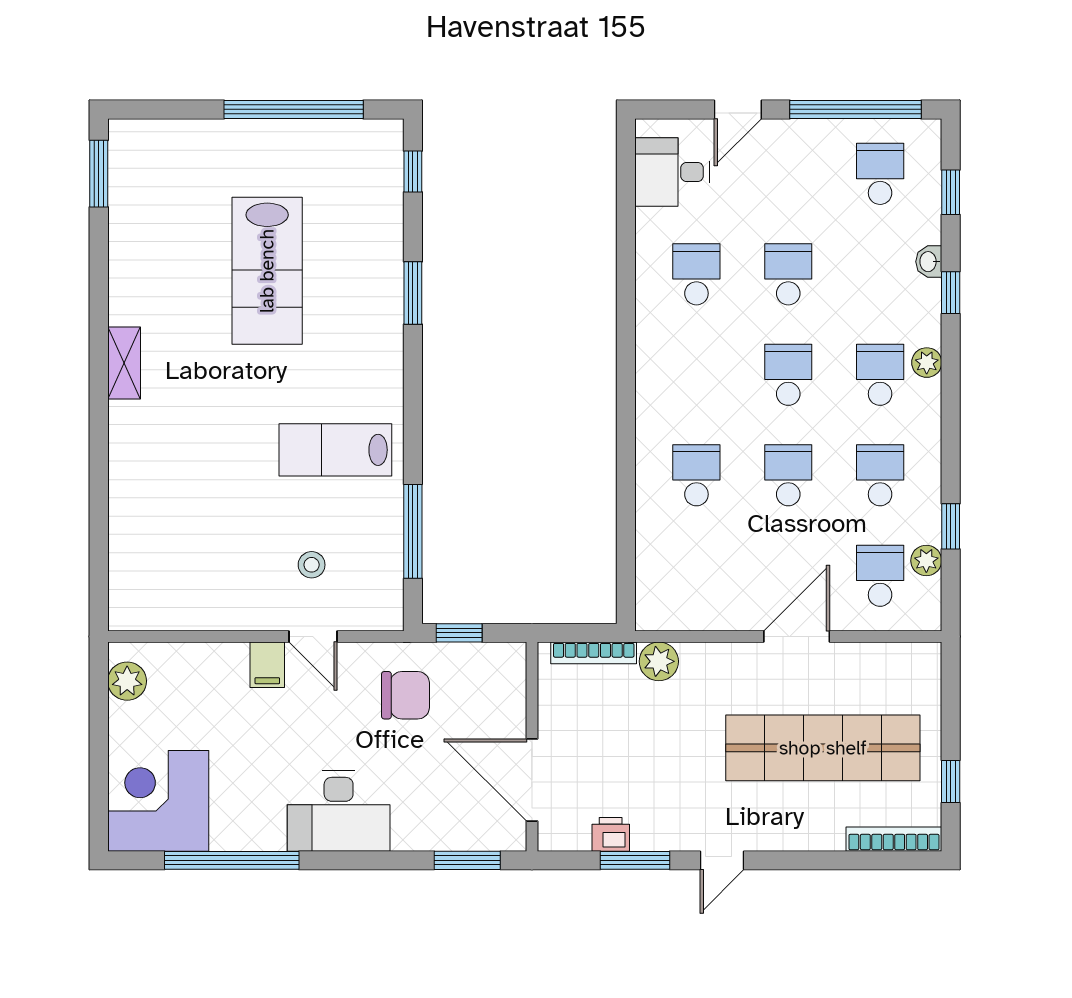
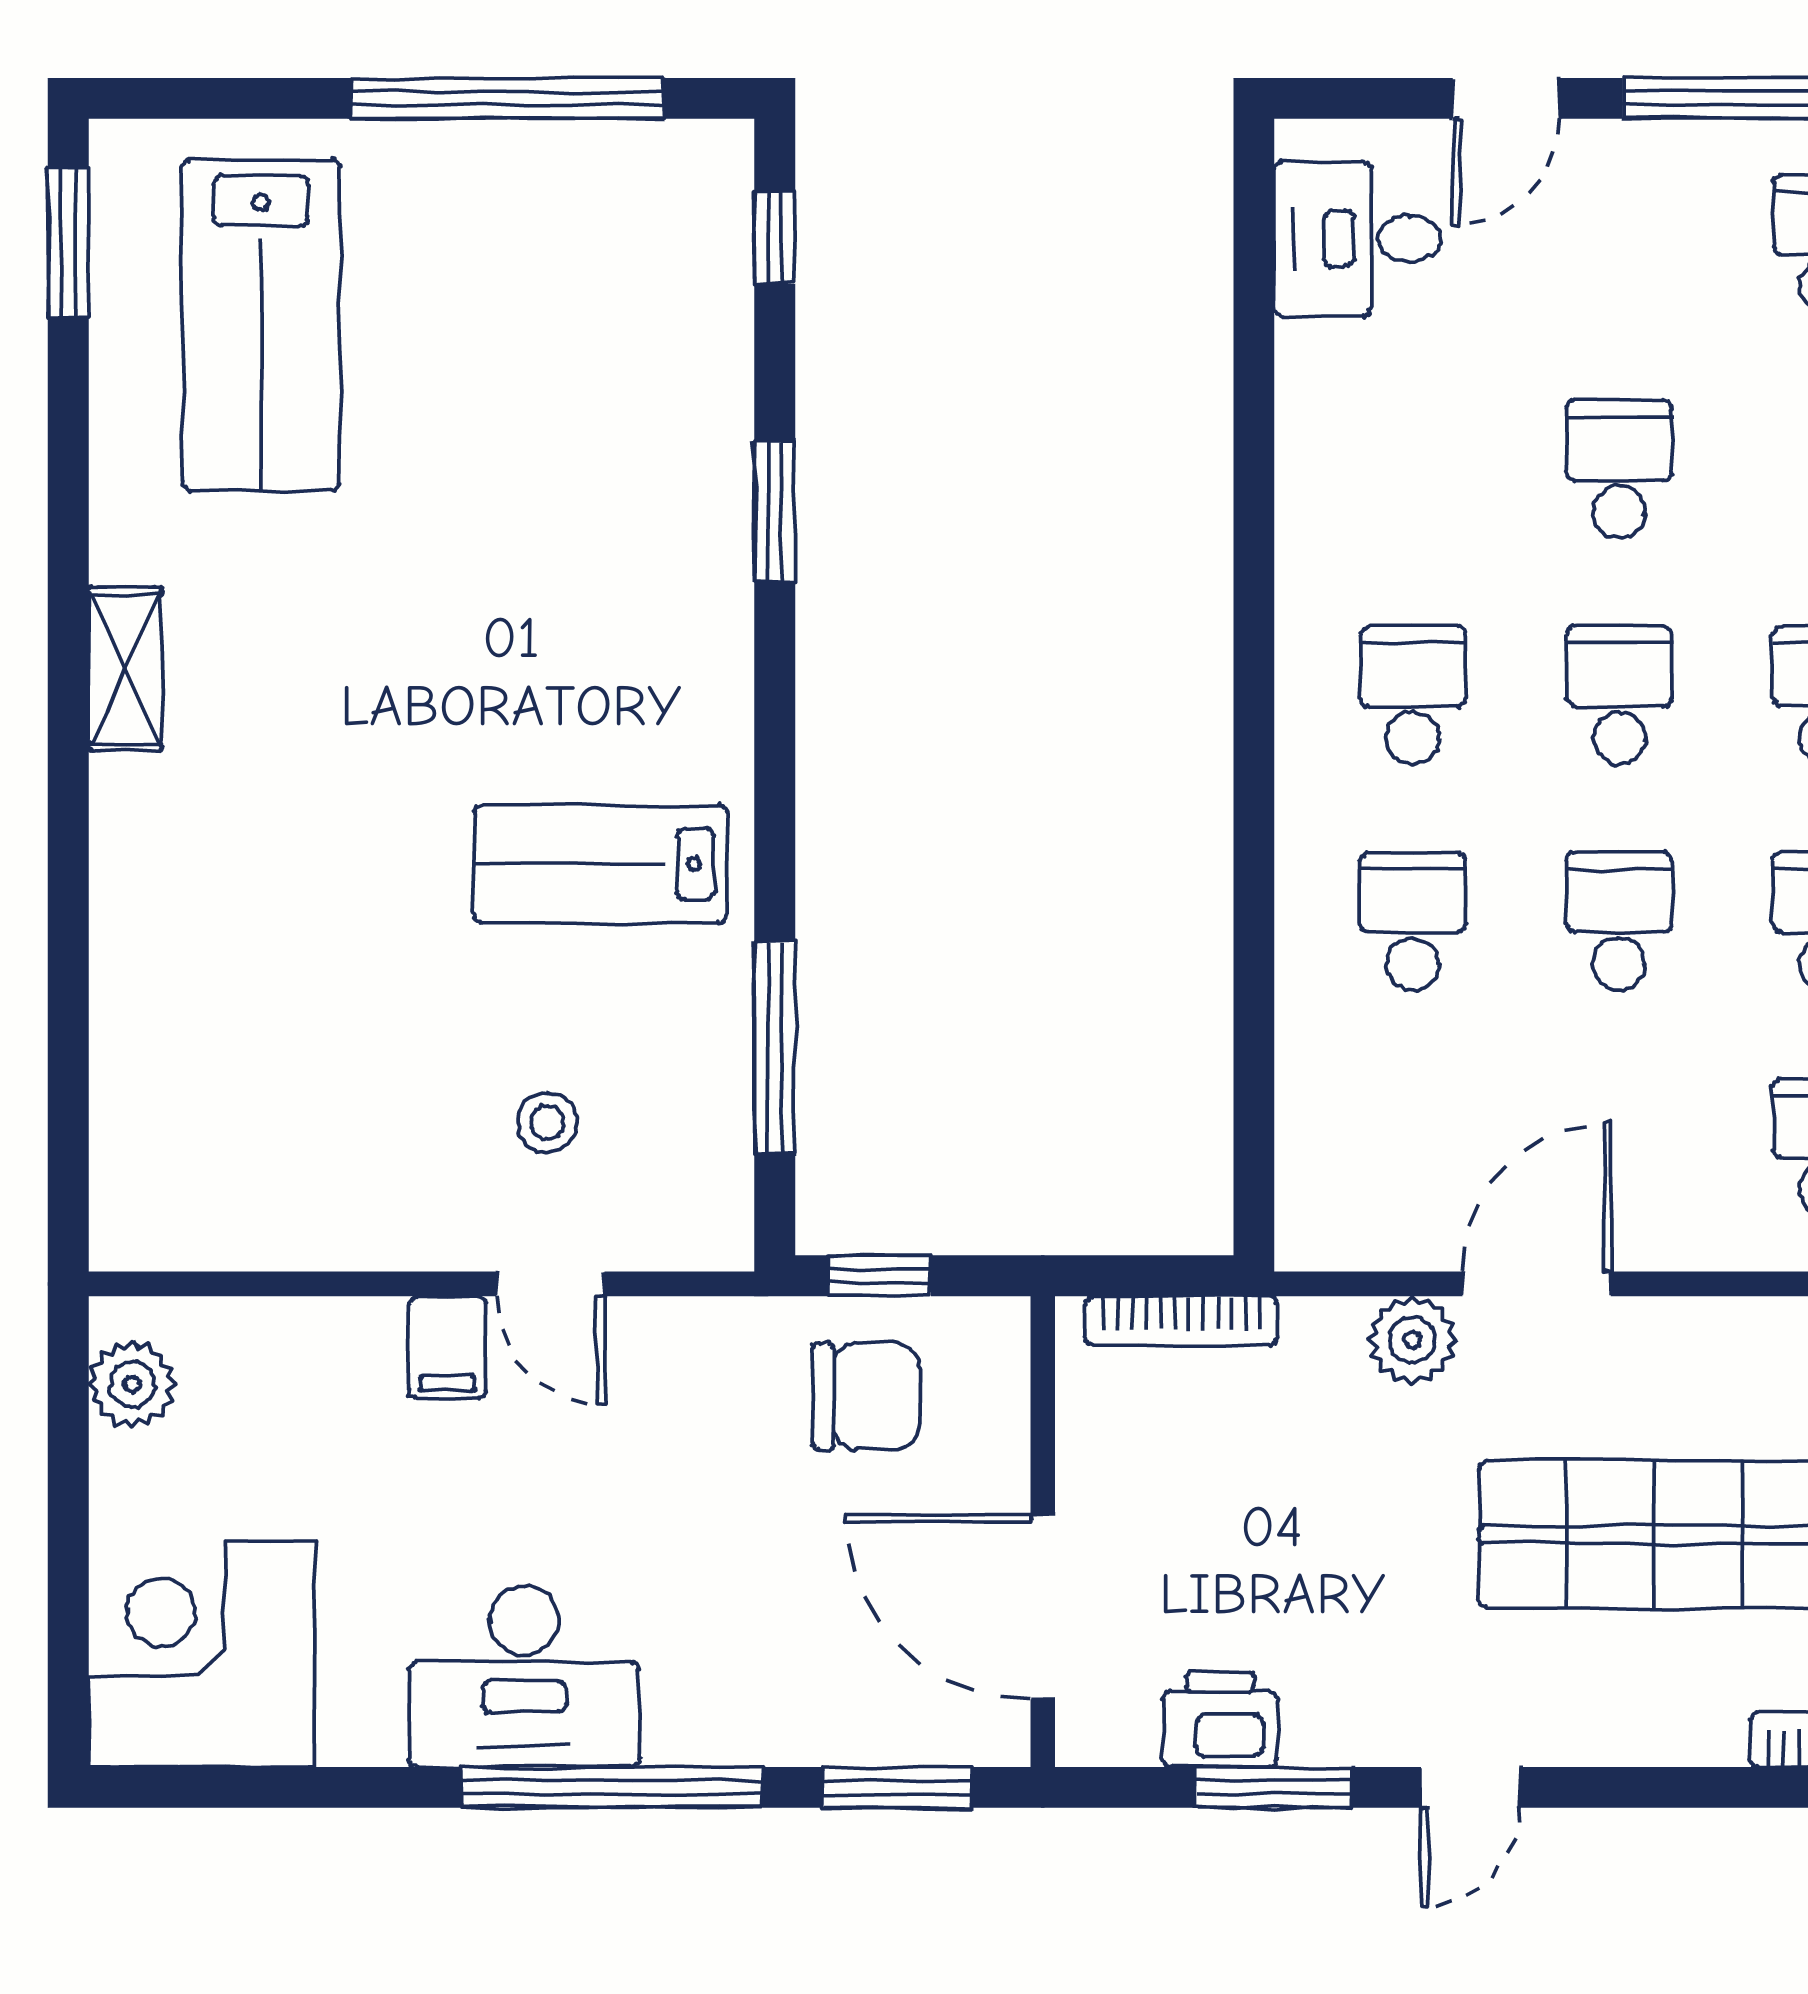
lab bench: (267, 271) -> (261, 325), moved
school desk: (696, 274) -> (1413, 695), moved
door: (797, 637) -> (1537, 1284), moved
plant: (659, 661) -> (1412, 1340), moved
chair: (405, 695) -> (866, 1396), moved
desk: (339, 811) -> (524, 1676), moved
printer: (611, 834) -> (1220, 1720), width x1.36, depth x1.24
window: (232, 860) -> (611, 1787), moved

